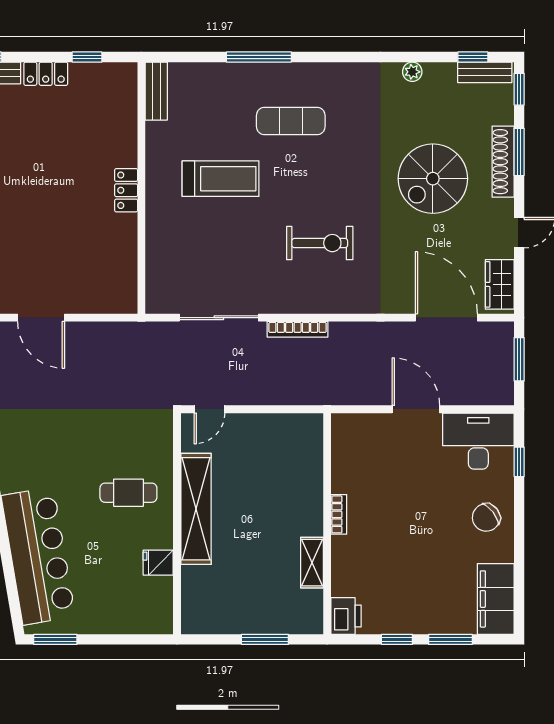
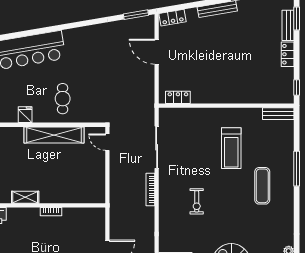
window: (87, 57) -> (297, 88), moved
locker: (126, 190) -> (178, 97), moved
exercise bike: (320, 243) -> (197, 201), width x0.73, depth x0.72
door: (41, 318) -> (157, 52), hinge flipped

